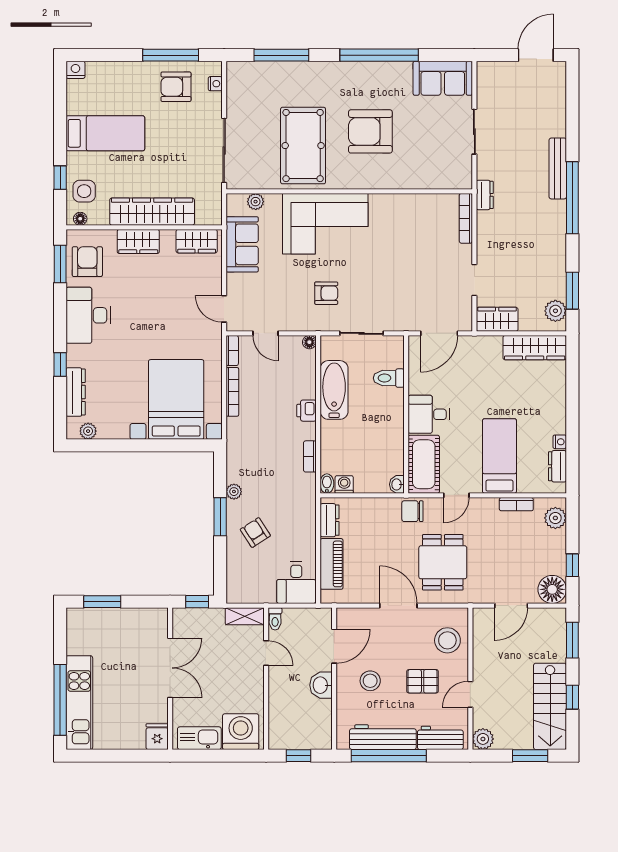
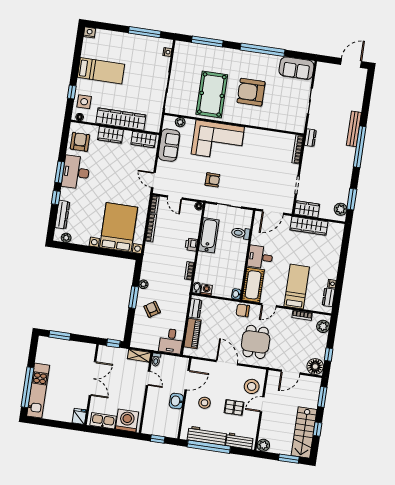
armchair: (176, 87) -> (145, 50), removed
window: (60, 264) -> (60, 172), moved
wardrobe: (535, 348) -> (309, 226), moved
door: (470, 694) -> (262, 404), moved

